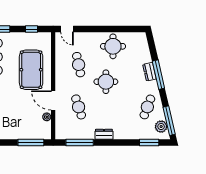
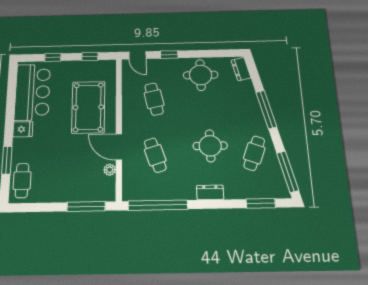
window: (90, 29) -> (169, 55), added
dresser: (149, 72) -> (241, 69), moved
round table: (106, 82) -> (210, 146), moved
plant: (161, 127) -> (277, 180), removed
dresser: (104, 134) -> (210, 192), moved
window: (80, 142) -> (158, 205), width x1.46

